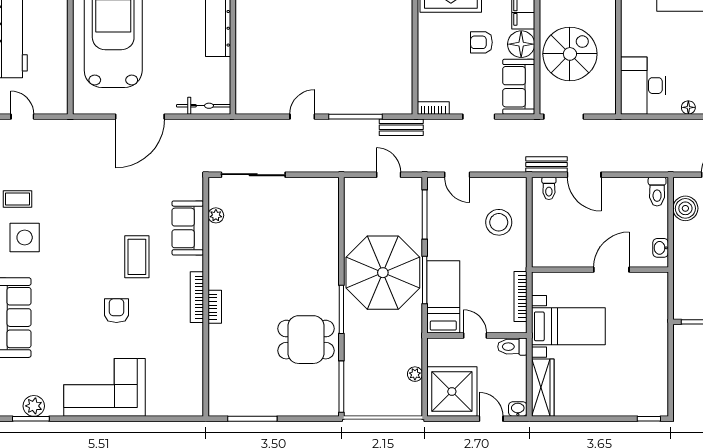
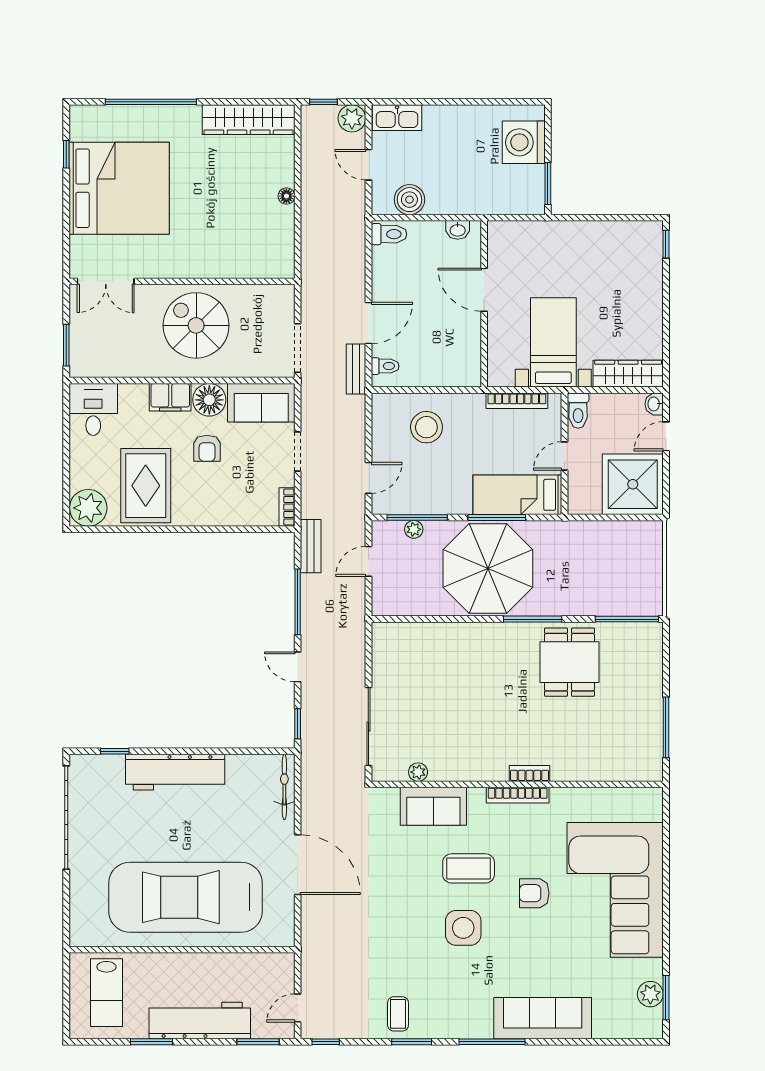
spiral stairs: (570, 54) -> (196, 325), moved
desk: (643, 86) -> (260, 251), removed
window: (255, 117) -> (298, 724), added
side table: (25, 237) -> (463, 928), moved
plant: (415, 374) -> (414, 529), moved
corner sofa: (105, 387) -> (615, 890), width x1.36, depth x1.36

